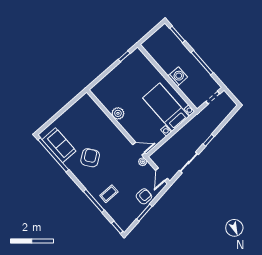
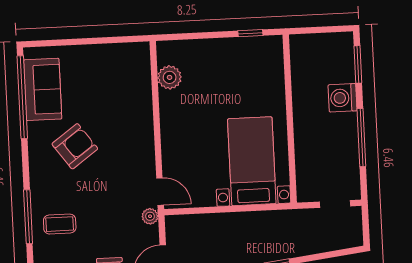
washing machine: (178, 77) -> (343, 98), moved, turned 180
plant: (118, 113) -> (170, 77), moved

